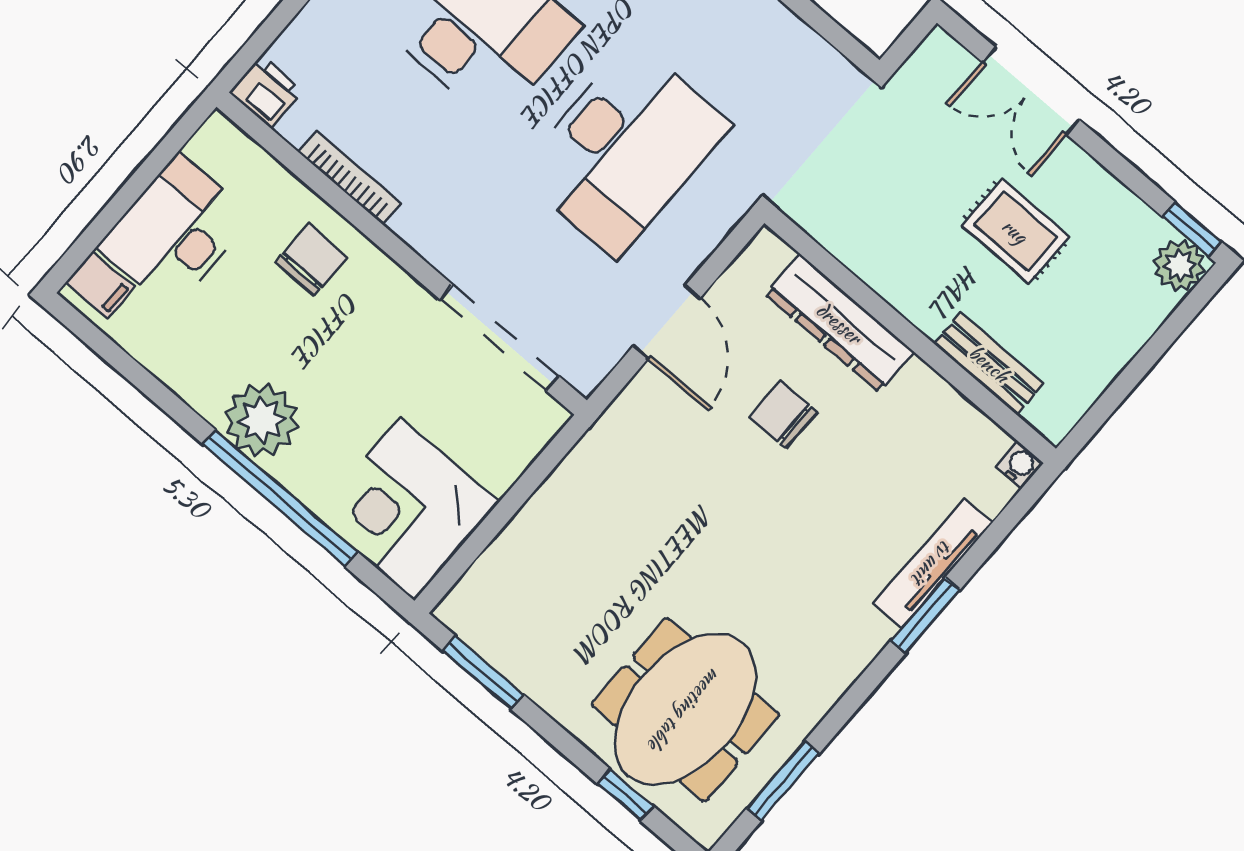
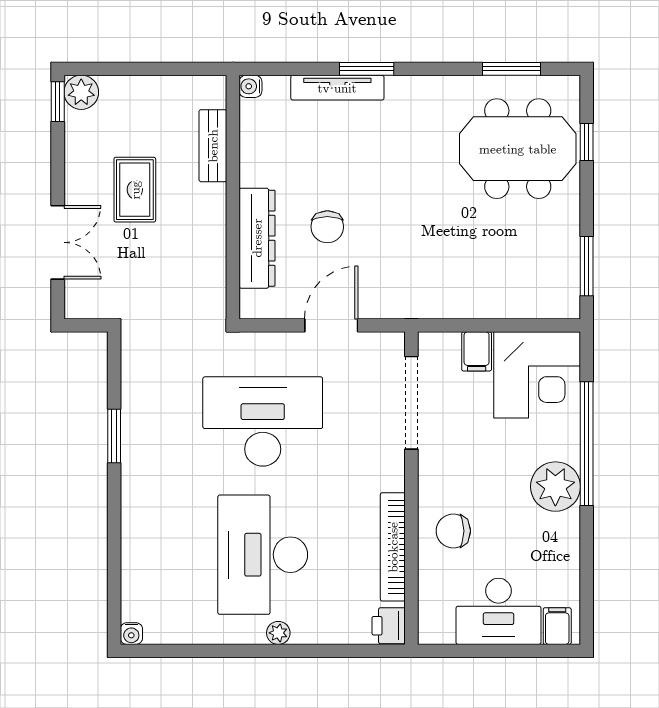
bookcase: (350, 178) -> (393, 547), width x1.48, depth x1.31
filing cabinet: (494, 463) -> (477, 351), added

